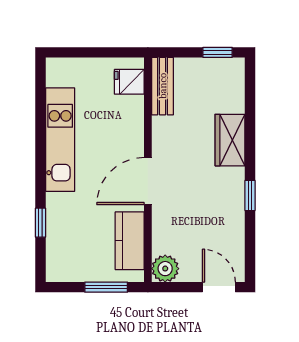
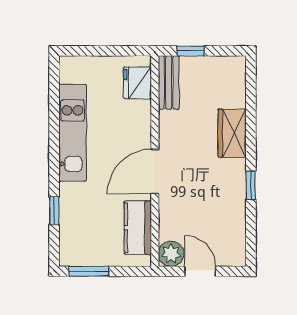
window: (218, 52) -> (191, 51), moved
fridge: (129, 82) -> (137, 83), width x1.38
window: (106, 287) -> (89, 271), moved
door: (219, 287) -> (200, 271), moved

